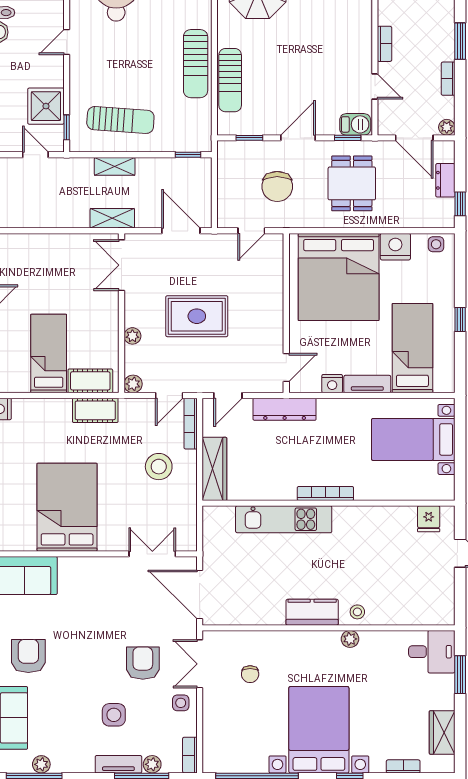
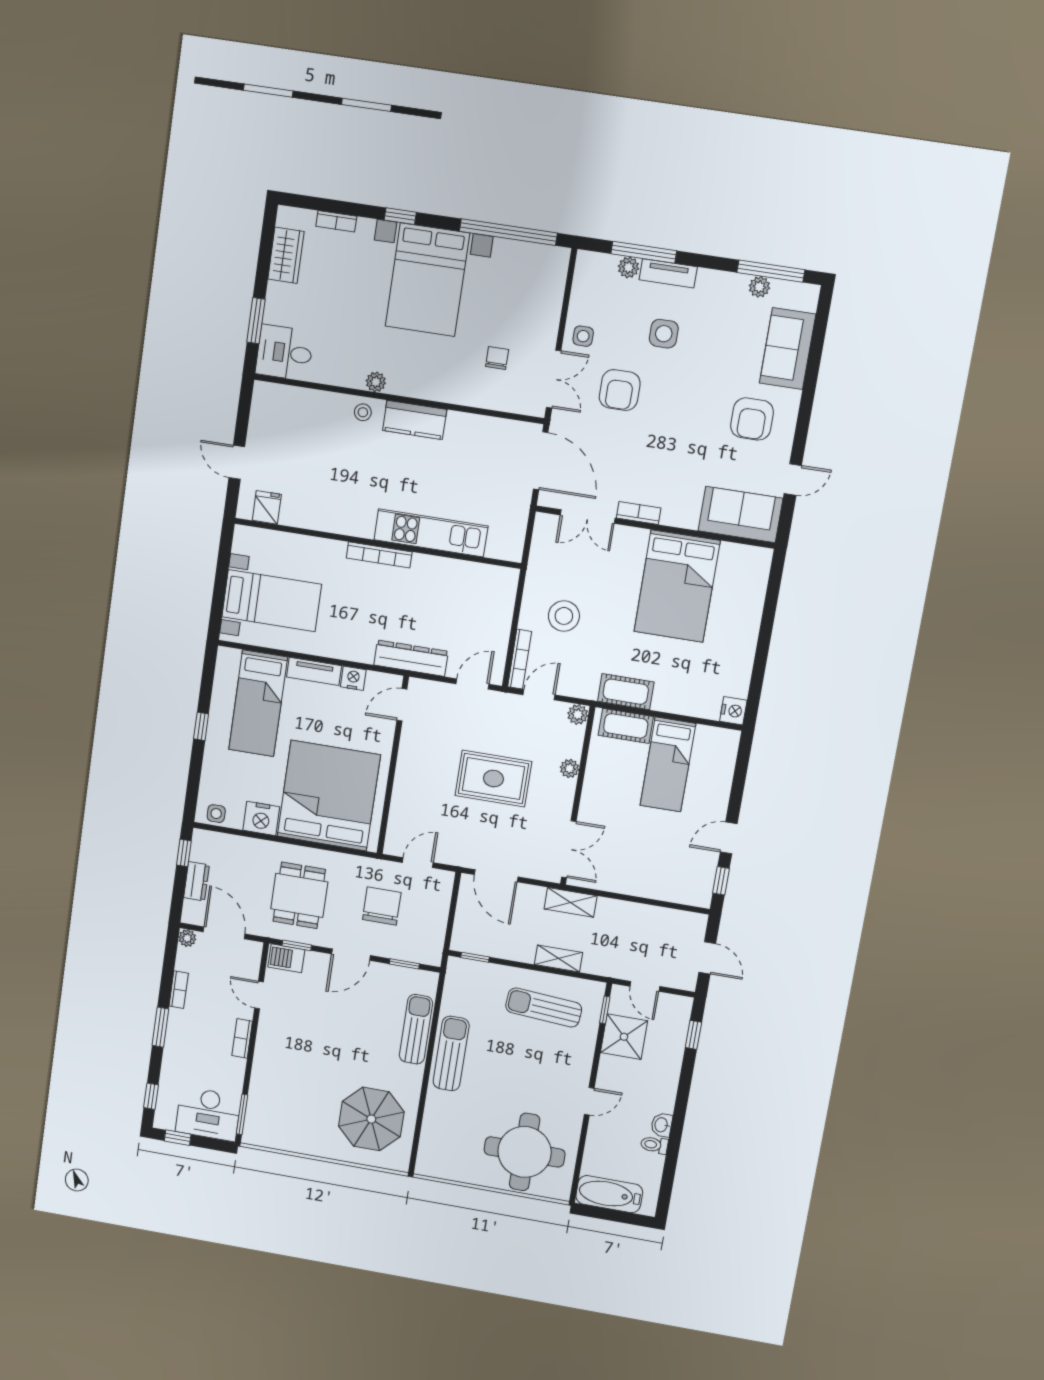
wardrobe: (214, 469) -> (501, 603), removed
bookcase: (190, 755) -> (639, 513), moved, turned -90

